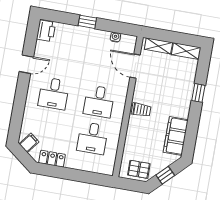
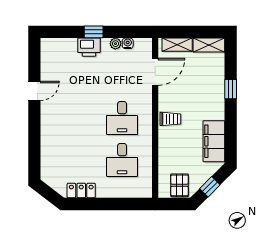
printer: (46, 31) -> (89, 47), moved, turned 90
plant: (105, 35) -> (115, 44), added
door: (135, 66) -> (155, 72), swing flipped
desk: (54, 94) -> (70, 118), removed
filing cabinet: (29, 143) -> (53, 177), removed
pallet: (139, 169) -> (180, 185), turned 90

